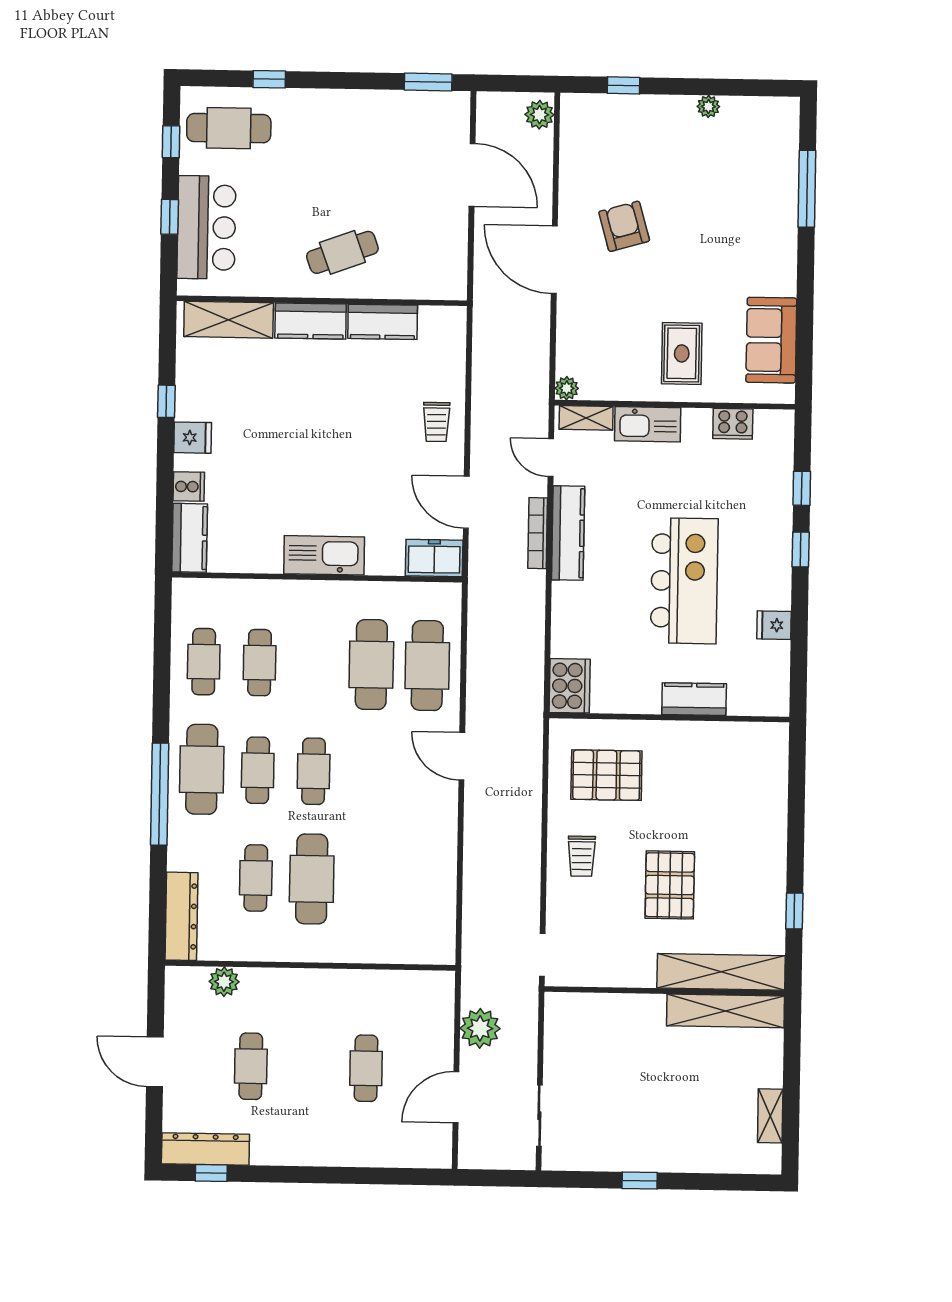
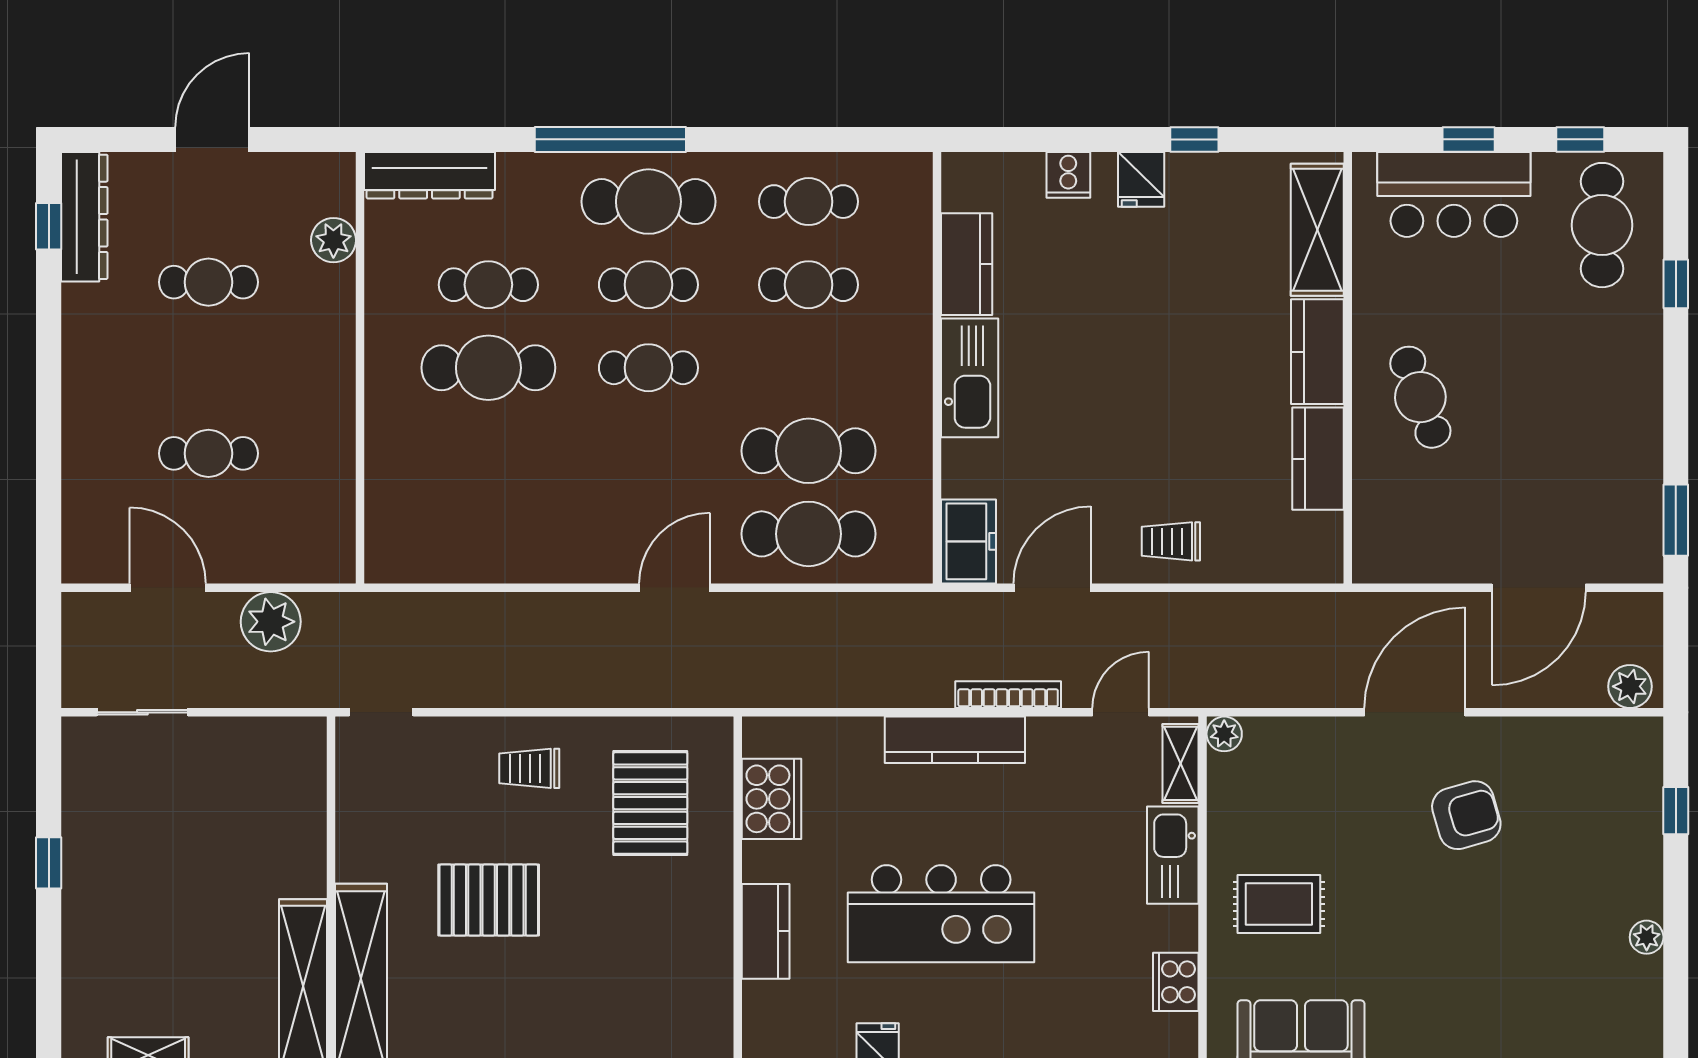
kitchen counter: (568, 533) -> (955, 740), moved
kitchen counter: (190, 538) -> (967, 264), moved, turned -90
cooker: (570, 686) -> (772, 799), moved, turned -90

